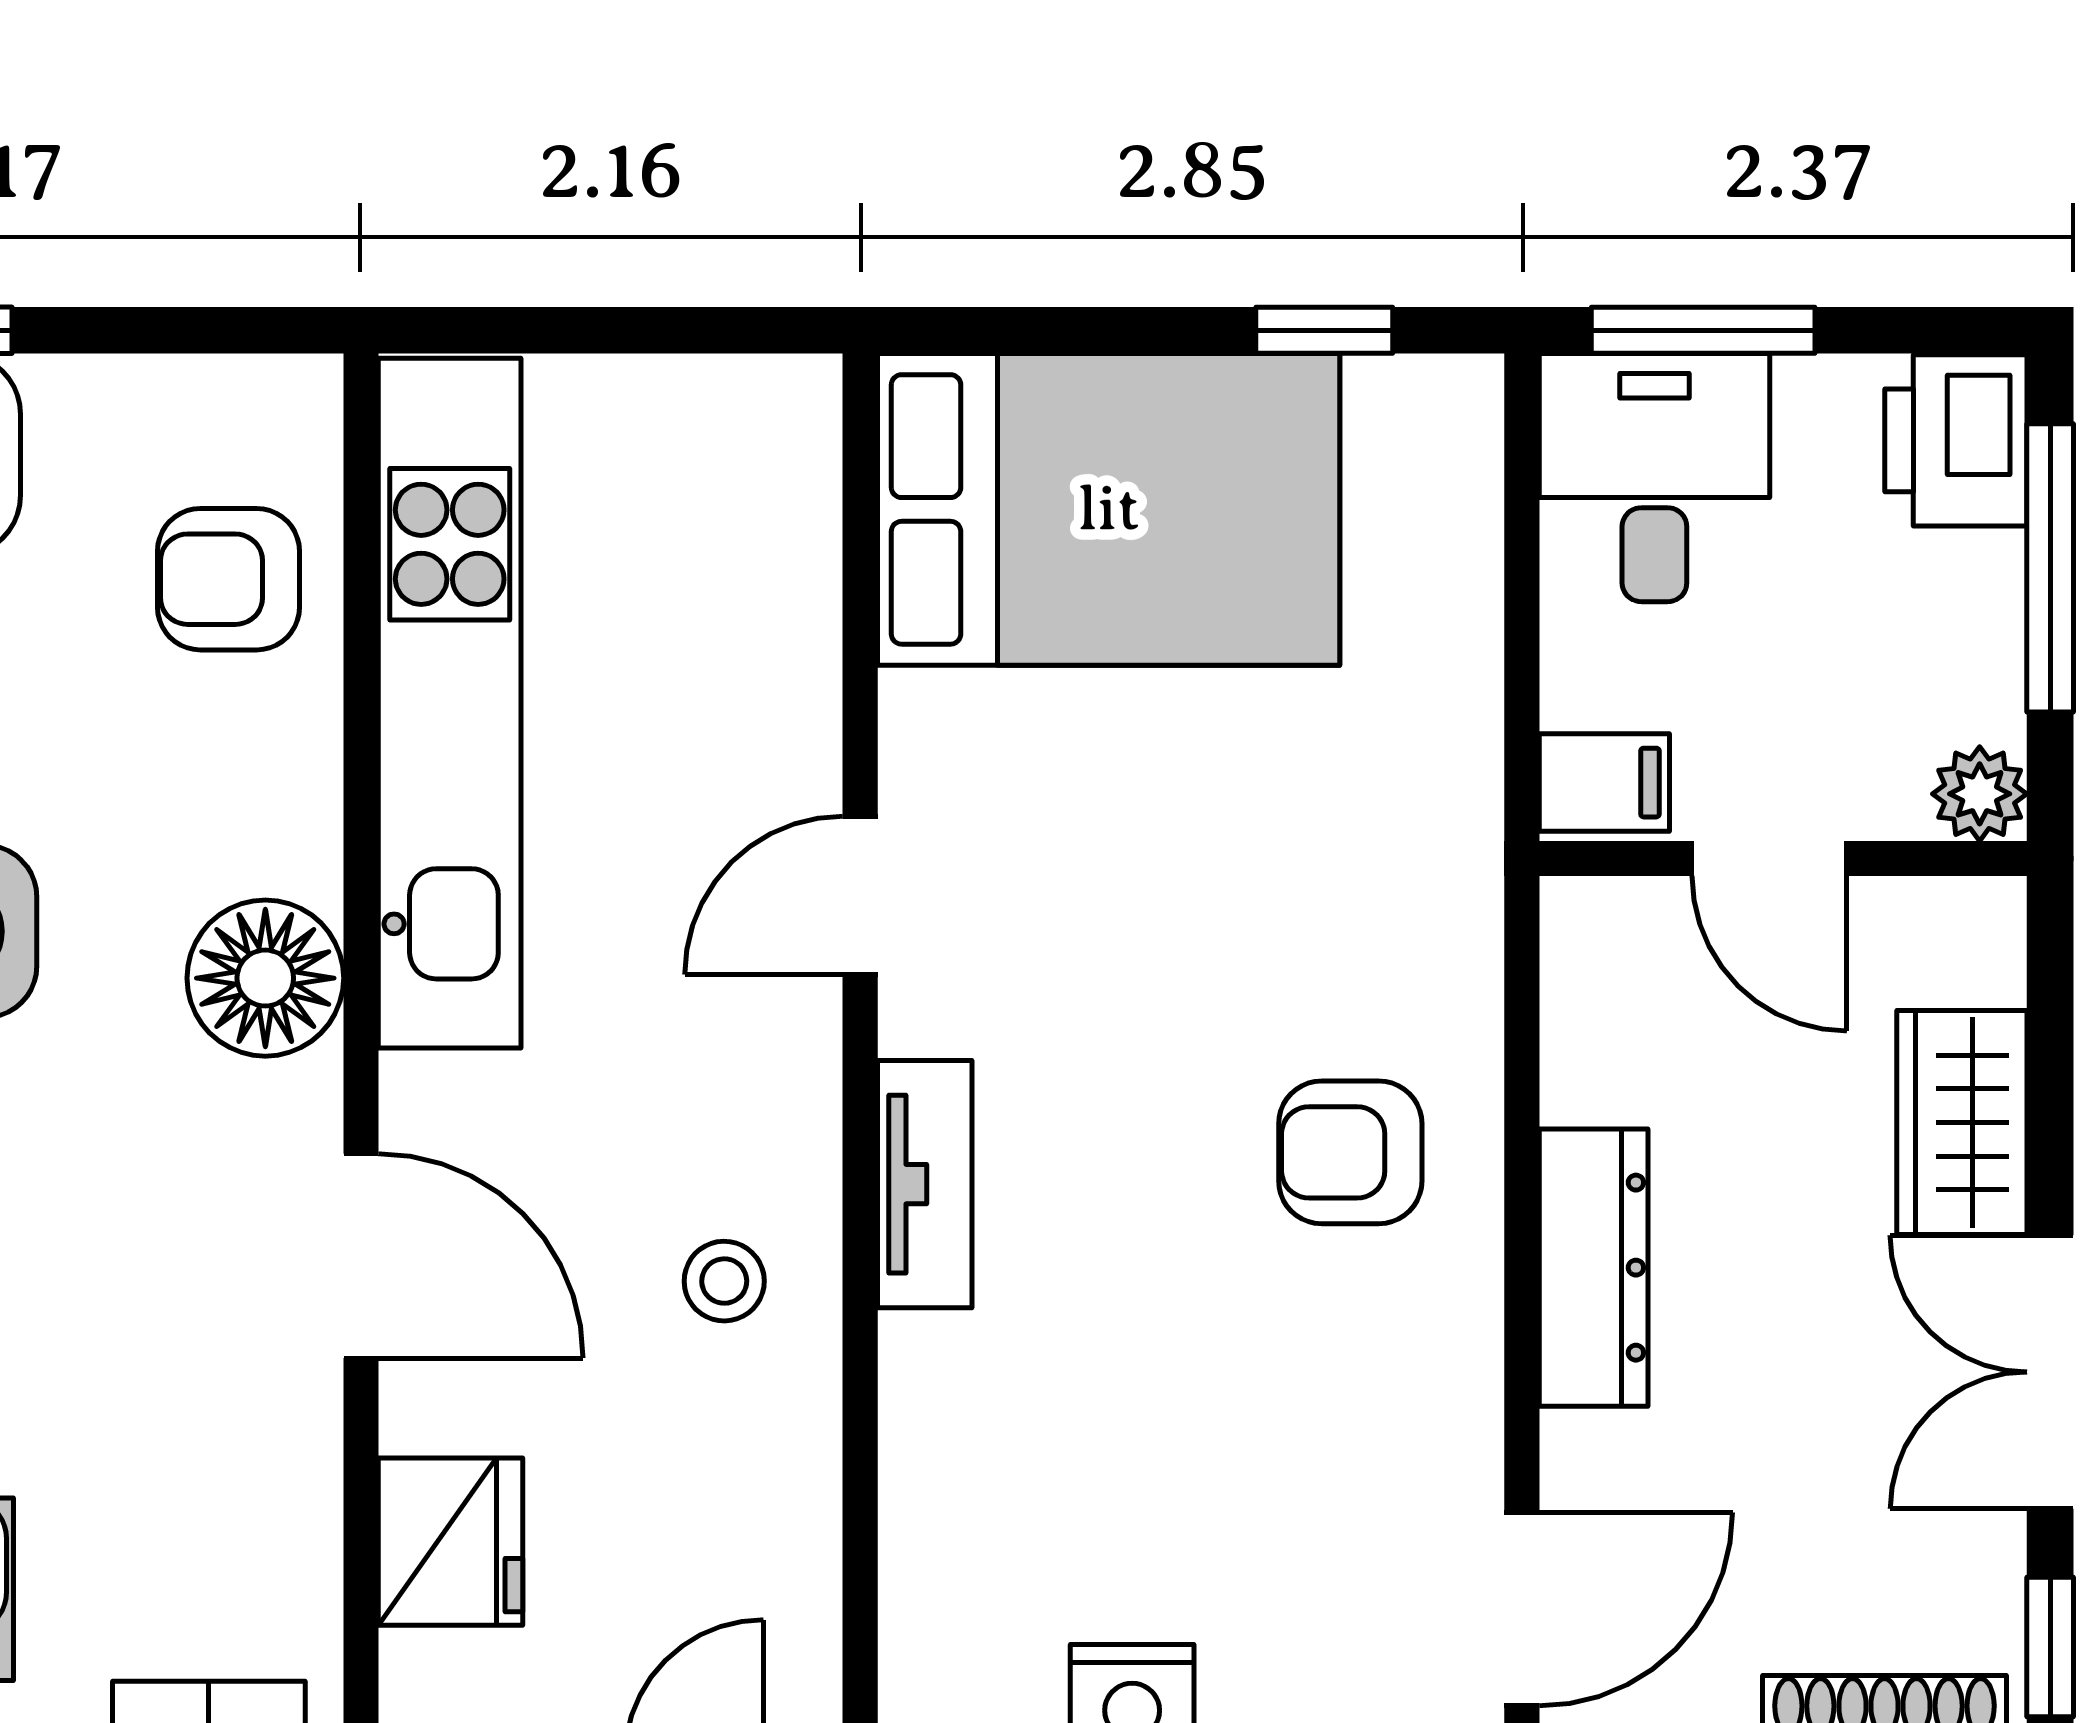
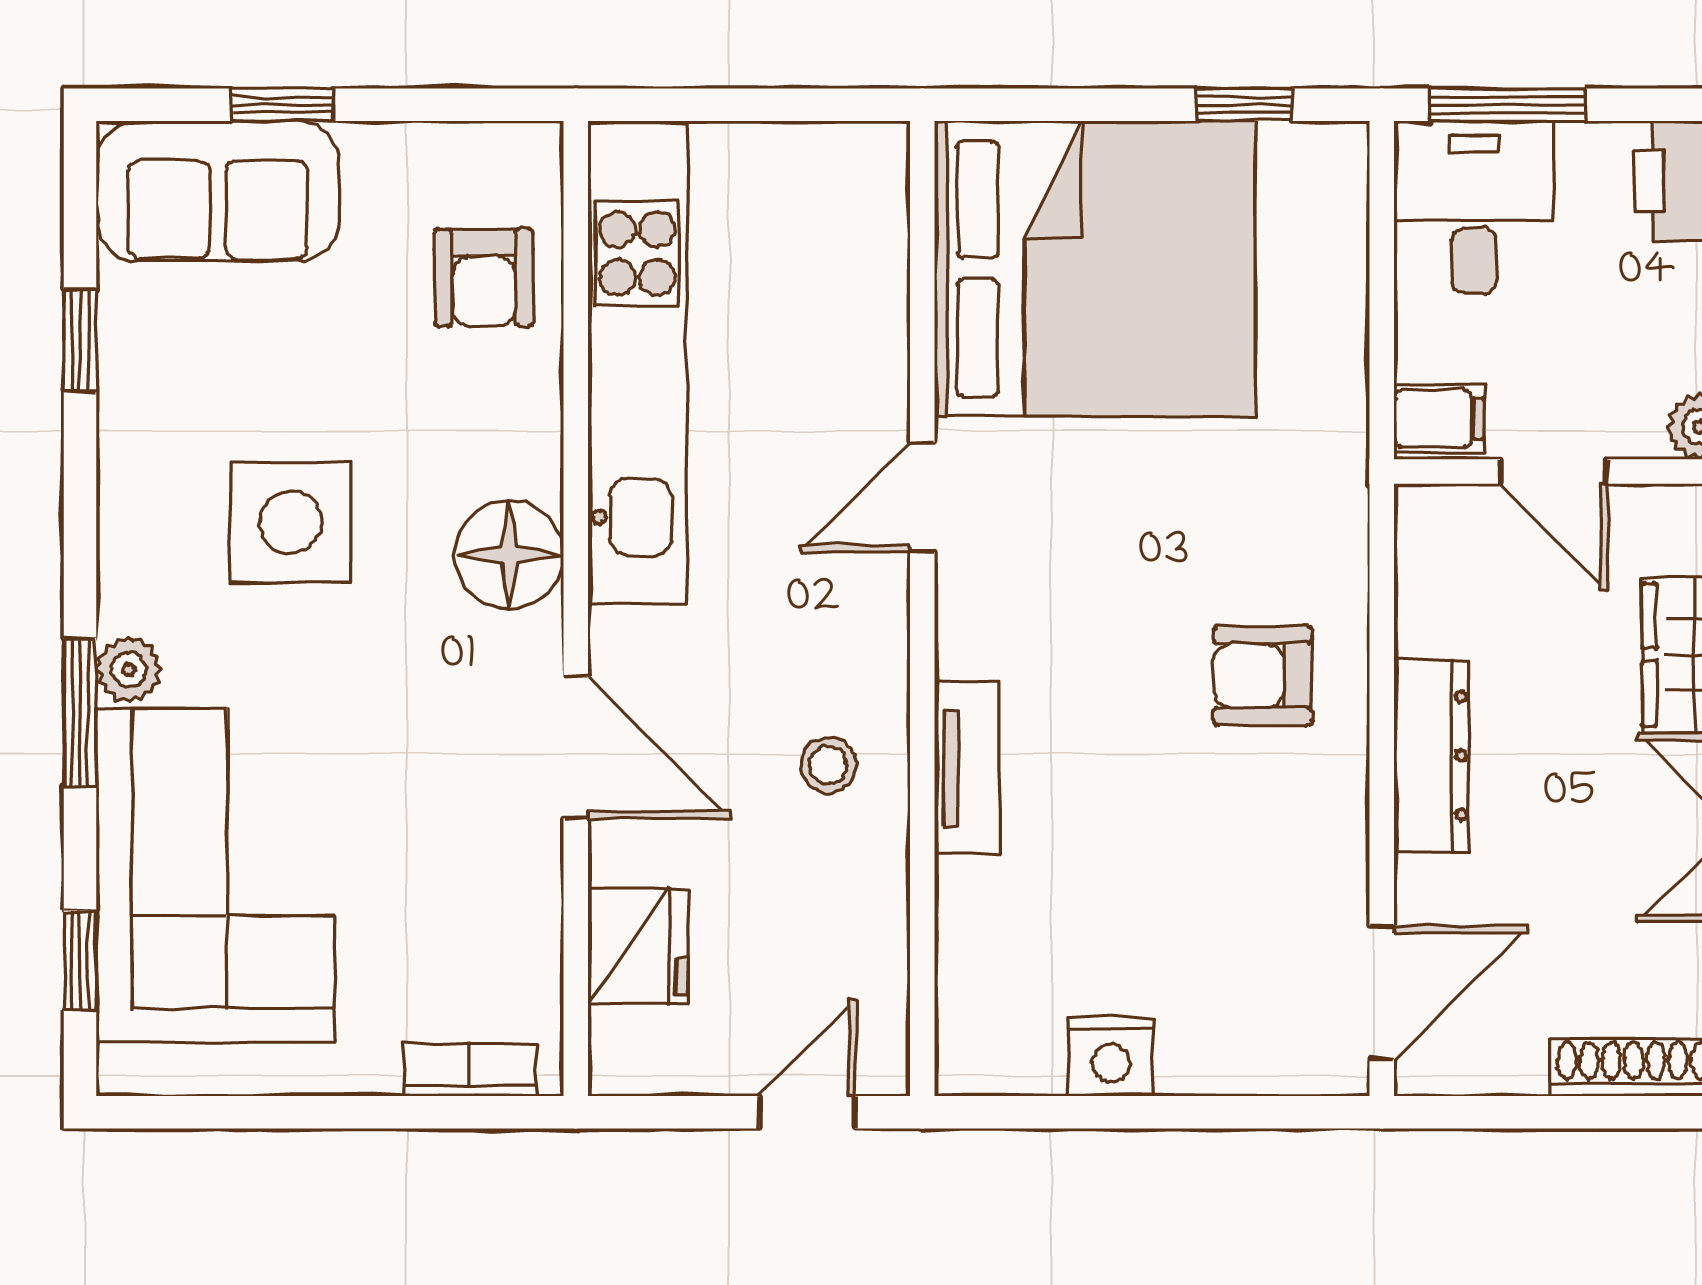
bed: (1109, 509) -> (1095, 268), width x1.36
armchair: (228, 579) -> (484, 278), turned -90
tv unit: (925, 1184) -> (967, 768), moved

